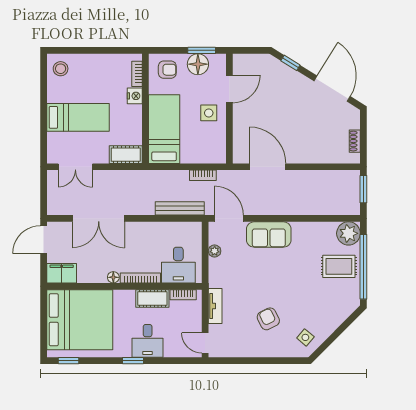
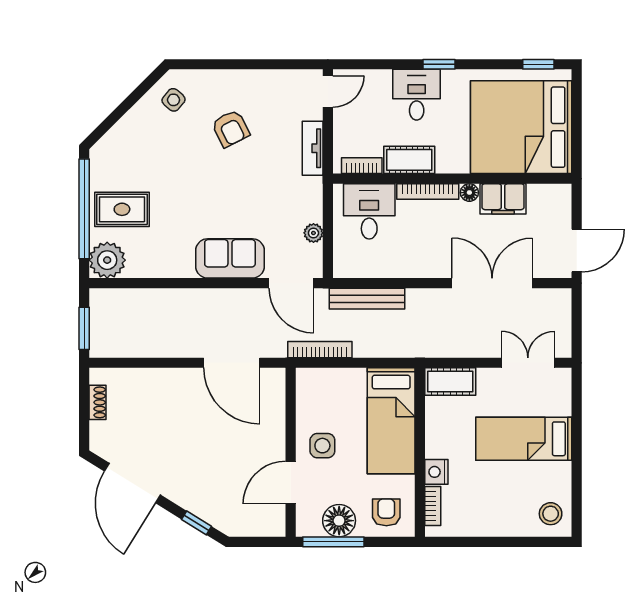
window: (202, 50) -> (333, 542), width x1.44
armchair: (167, 70) -> (386, 512), turned 90
bookcase: (203, 175) -> (320, 350), width x1.56
filing cabinet: (62, 273) -> (503, 199), moved
door: (205, 343) -> (328, 91), hinge flipped

